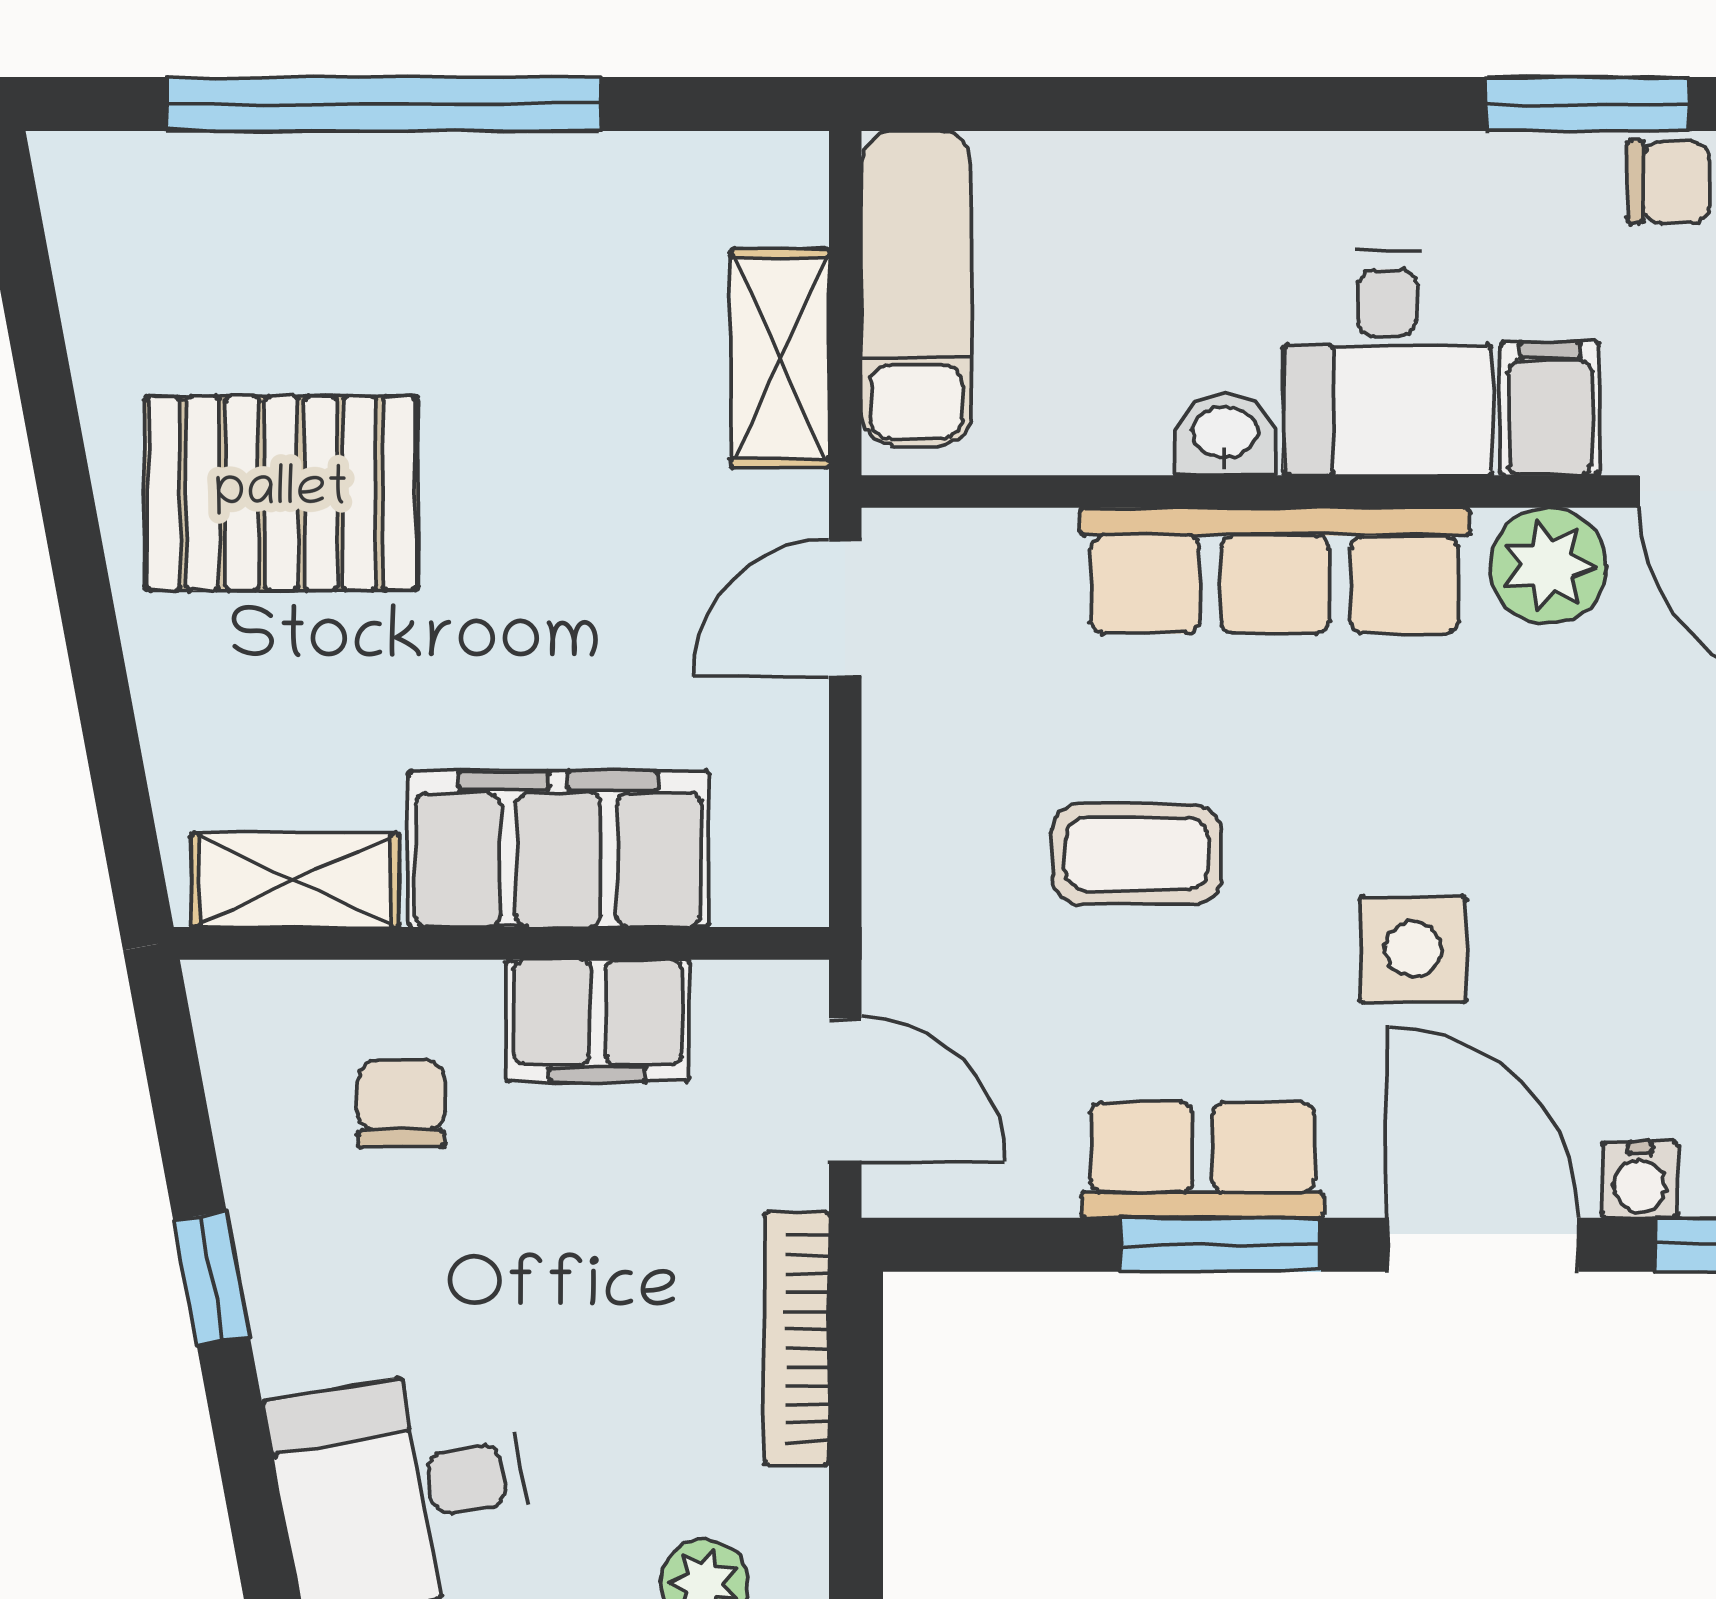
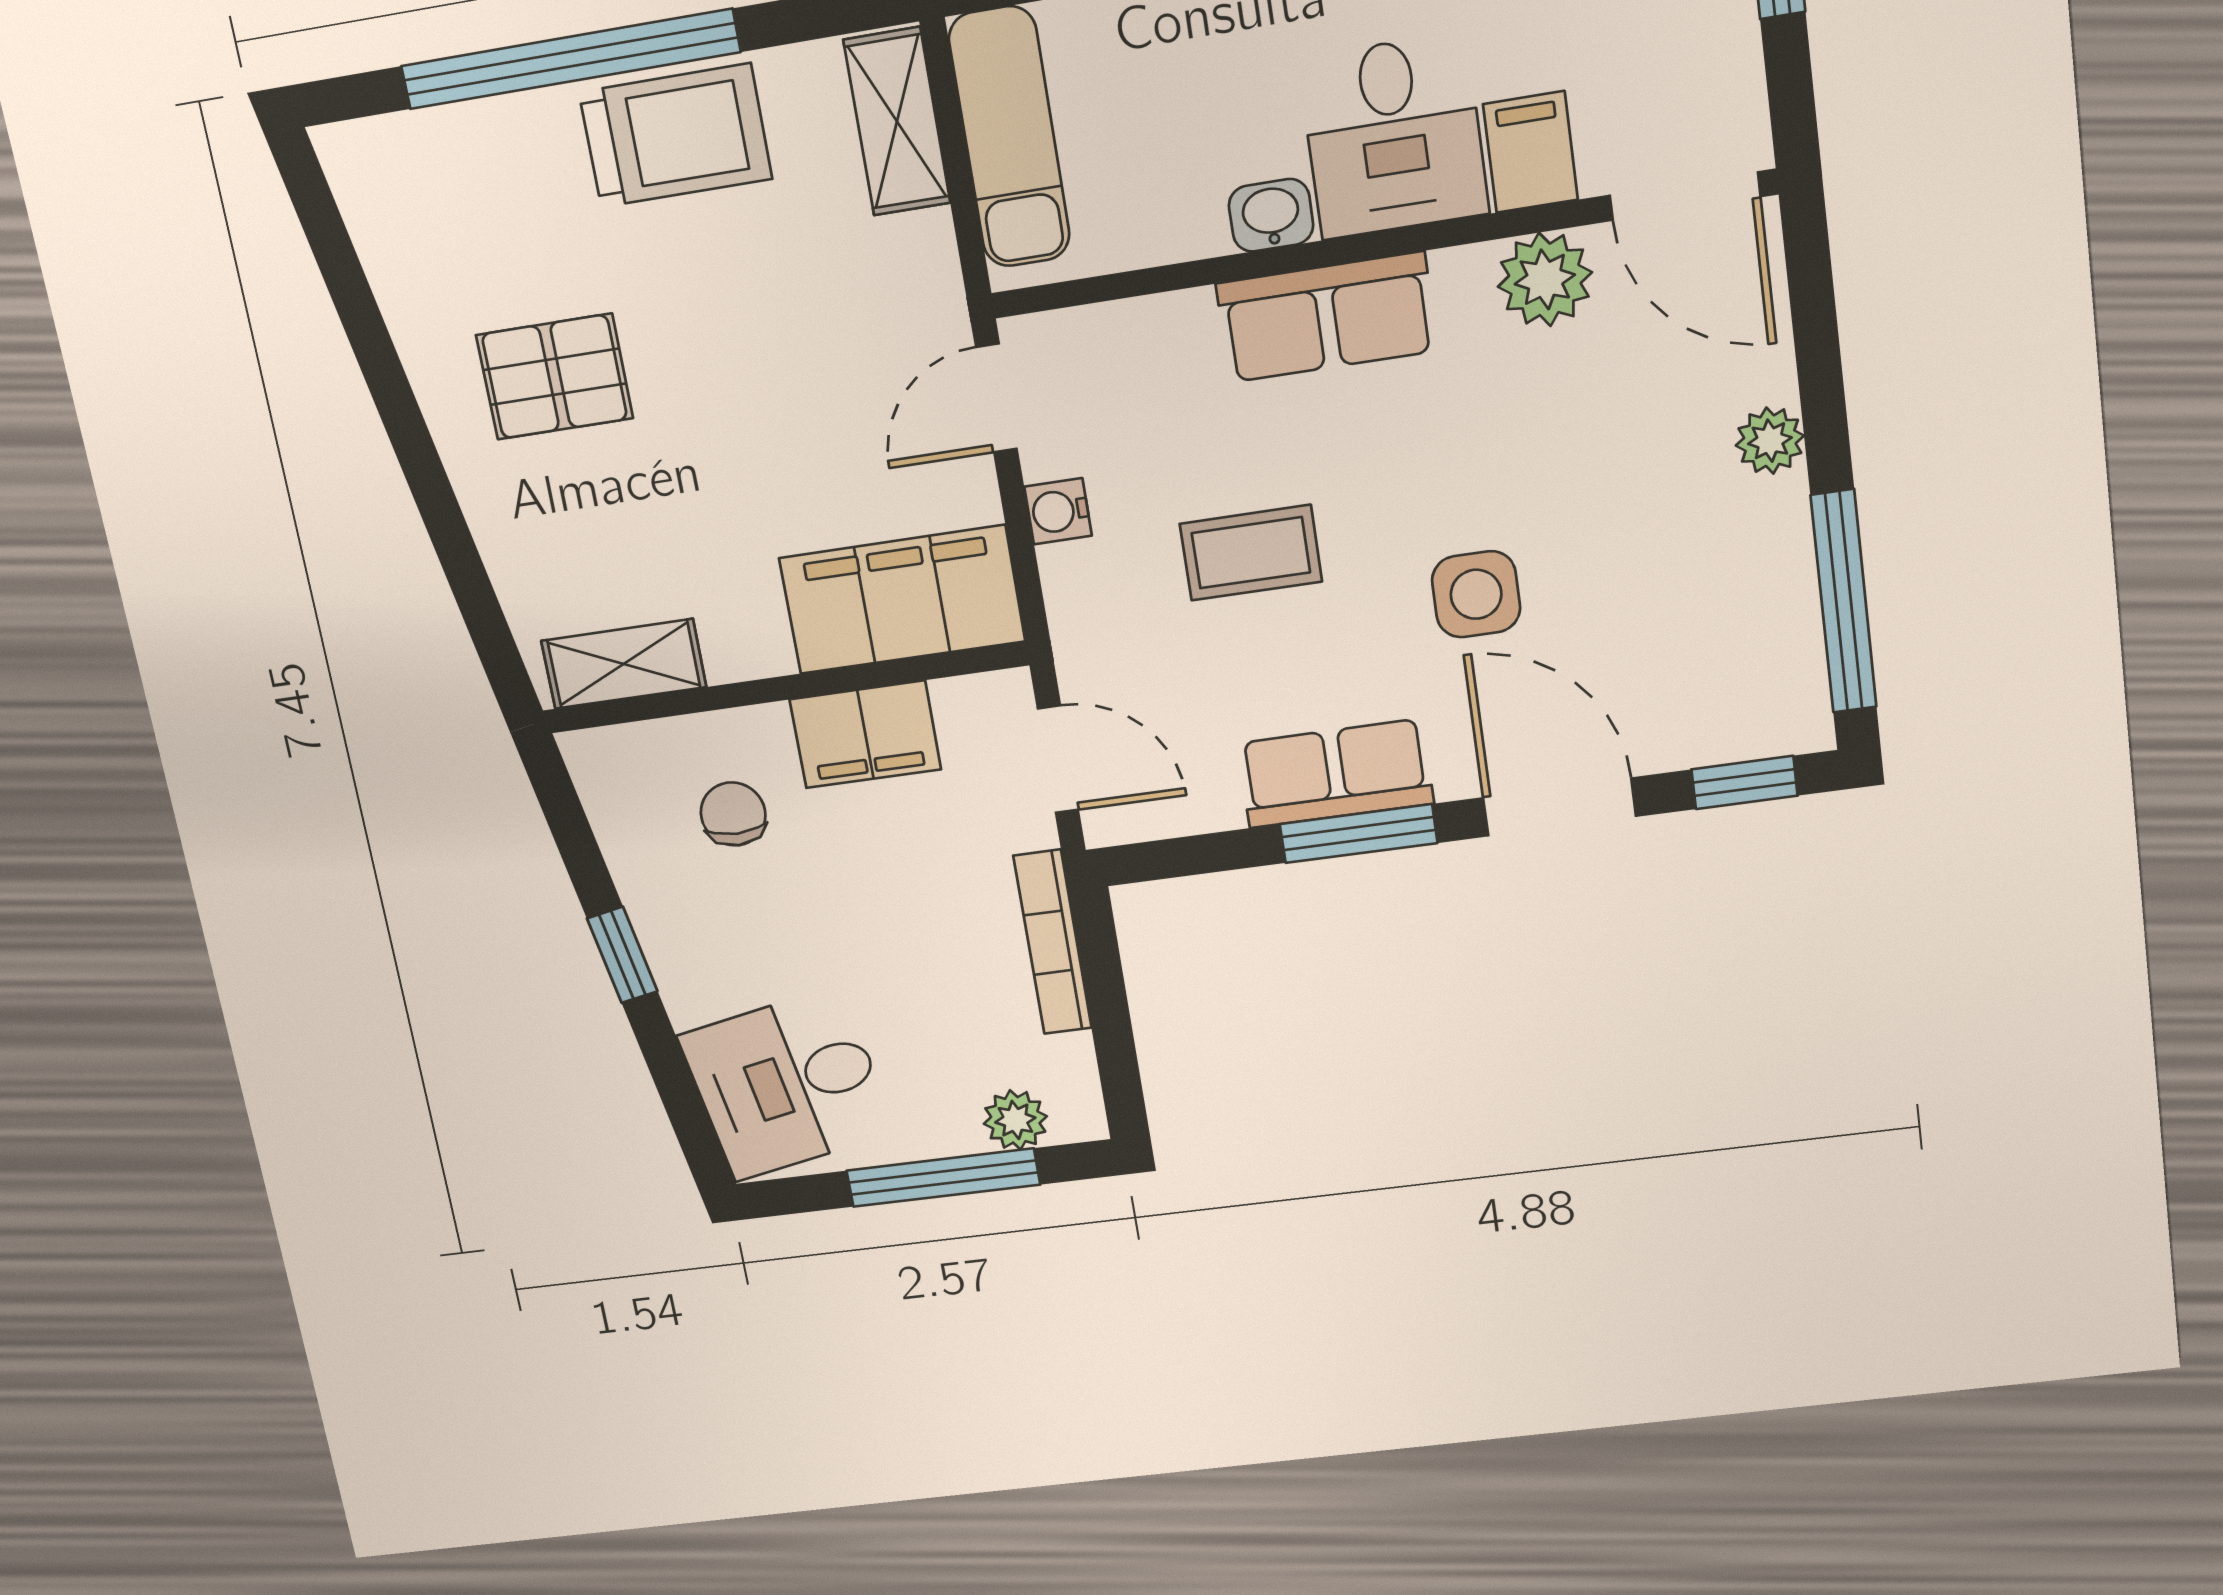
trolley: (498, 218) -> (676, 136), added
shelving: (780, 358) -> (897, 122), moved
pallet: (281, 493) -> (555, 377), width x0.67, depth x0.71
row of seats: (1275, 571) -> (1327, 317), width x0.68
filing cabinet: (558, 849) -> (902, 600), moved
water cooler: (1640, 1180) -> (1058, 511), moved, turned 90

